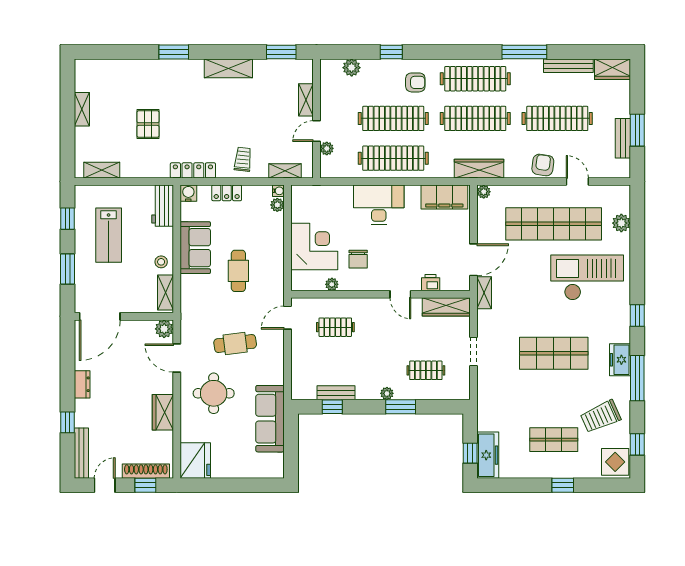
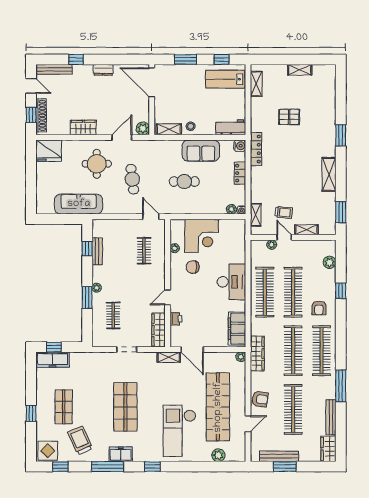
bench: (623, 138) -> (279, 456), width x1.36
trolley: (243, 159) -> (284, 212), moved
lab bench: (109, 235) -> (225, 79), moved
checkout: (587, 278) -> (179, 431), turned 180

